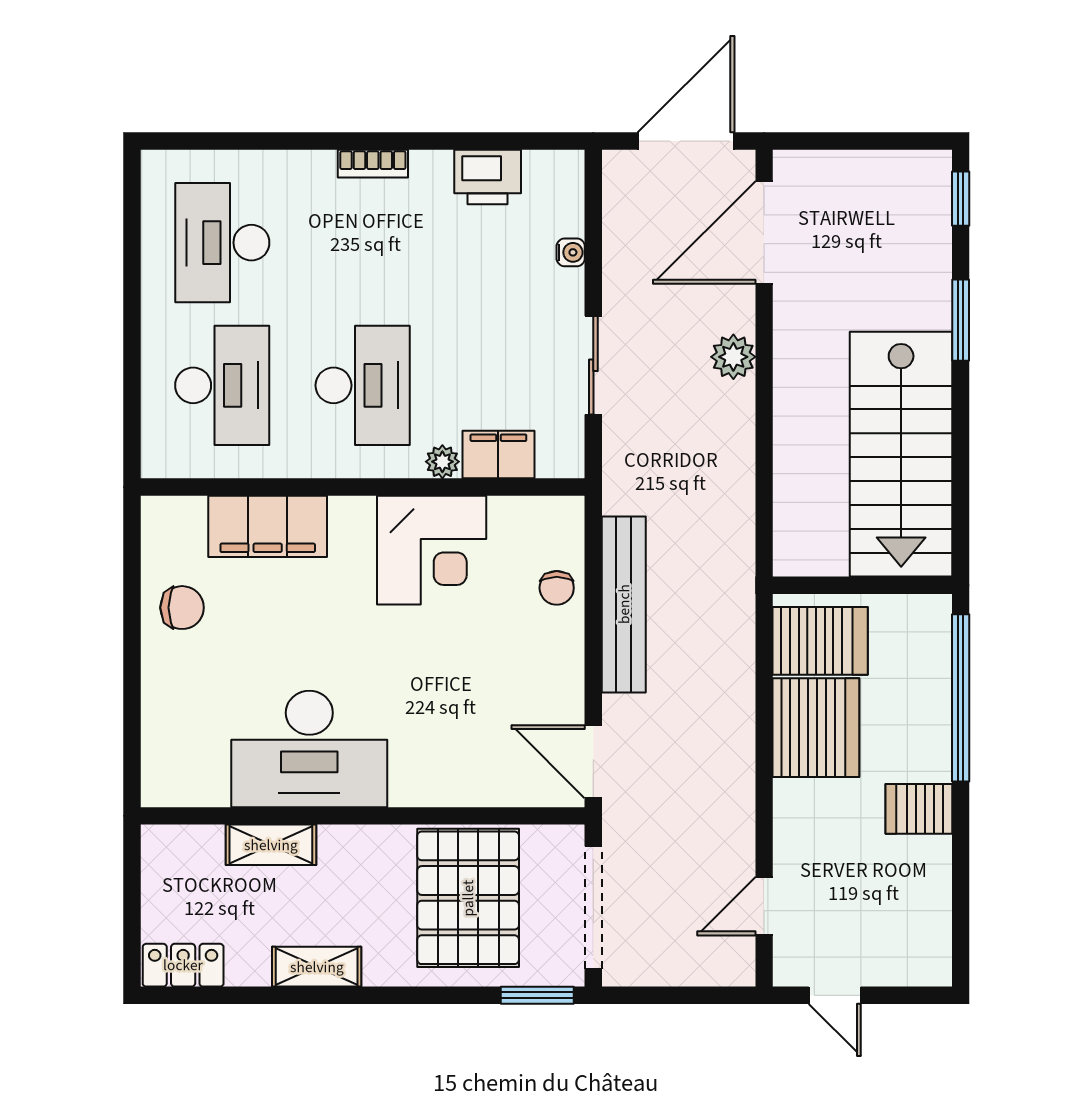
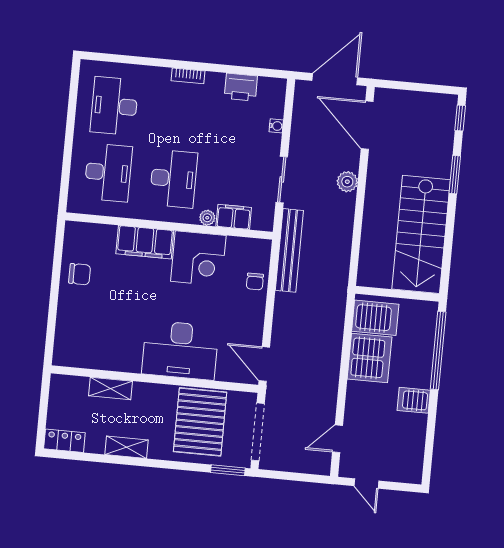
door: (764, 232) -> (367, 125), hinge flipped
filing cabinet: (268, 526) -> (145, 242), moved
bench: (624, 604) -> (289, 250), moved
desk: (309, 749) -> (180, 350), moved

